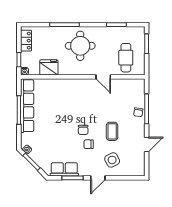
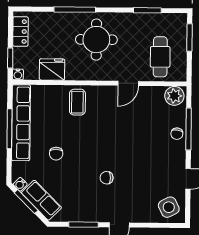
door: (103, 77) -> (128, 83), hinge flipped
plant: (136, 85) -> (174, 96), added
chair: (83, 130) -> (56, 154), moved
coffee table: (112, 131) -> (77, 102), moved
side table: (112, 160) -> (169, 207), moved
row of seats: (64, 169) -> (41, 200), moved, turned 45

